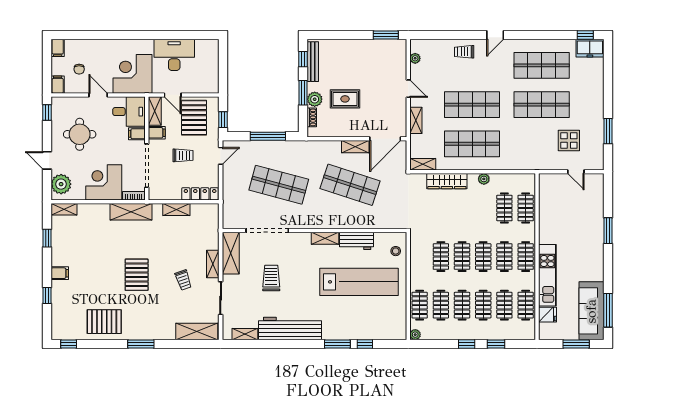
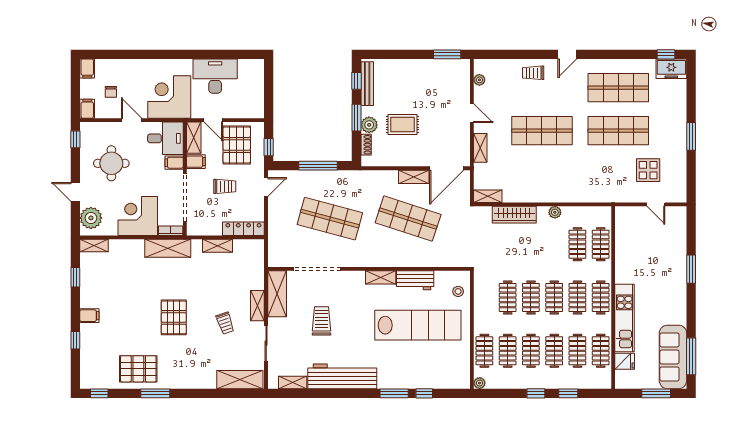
window: (608, 131) -> (691, 136), moved
shop shelf: (472, 144) -> (542, 174), removed
window: (141, 344) -> (155, 393), moved

